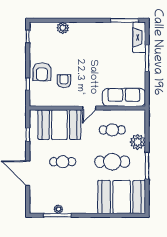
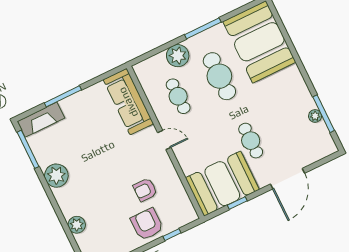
plant: (100, 30) -> (56, 176), added
armchair: (42, 72) -> (147, 224), turned -90
booth: (59, 125) -> (222, 184), moved, turned 90

